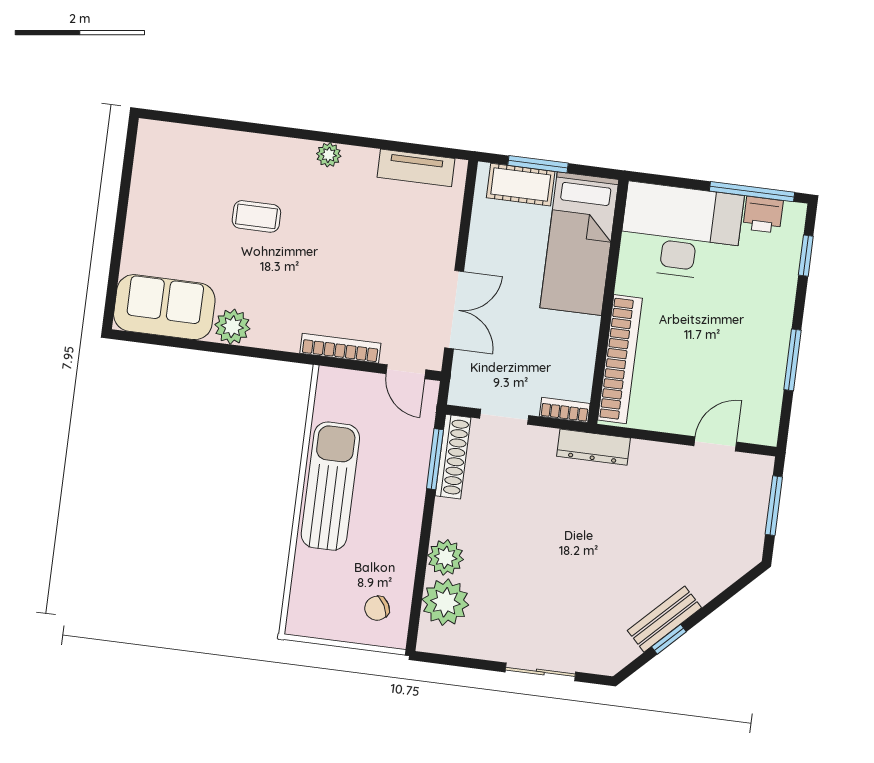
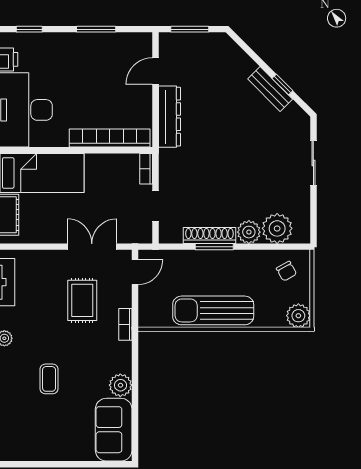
rug: (372, 284) -> (82, 300), added
bookcase: (340, 348) -> (125, 324), width x0.64
door: (715, 444) -> (155, 71), hinge flipped
dresser: (593, 447) -> (169, 117), moved, width x1.37, depth x1.24
shoe rack: (453, 457) -> (209, 235), moved
window: (435, 459) -> (214, 247), moved
plant: (305, 618) -> (298, 316), added

